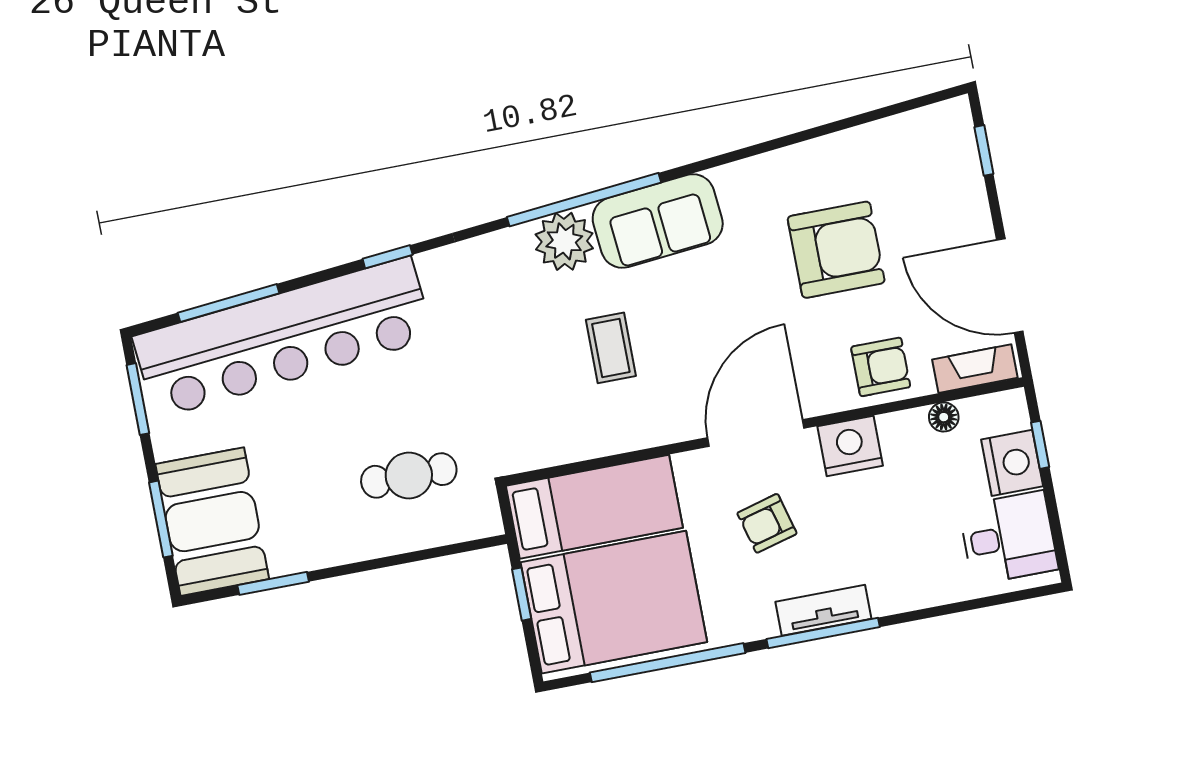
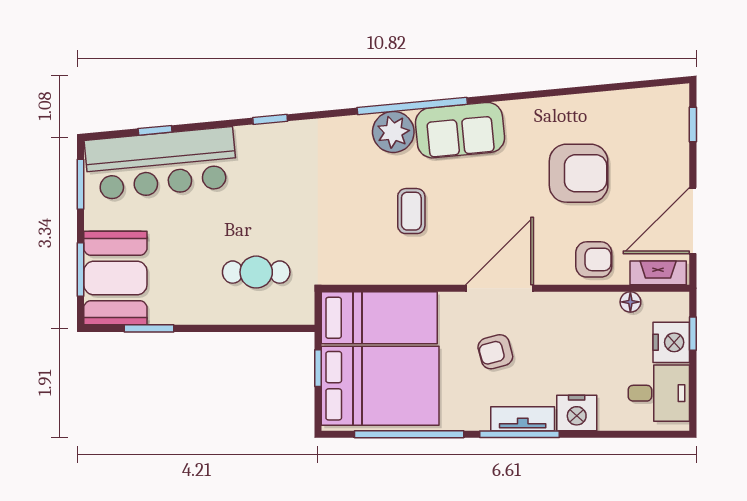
door: (1010, 286) -> (693, 221), hinge flipped
window: (228, 303) -> (155, 130), width x0.46
bar counter: (283, 337) -> (161, 164), width x0.73
nightstand: (850, 446) -> (577, 413), moved, turned 180

